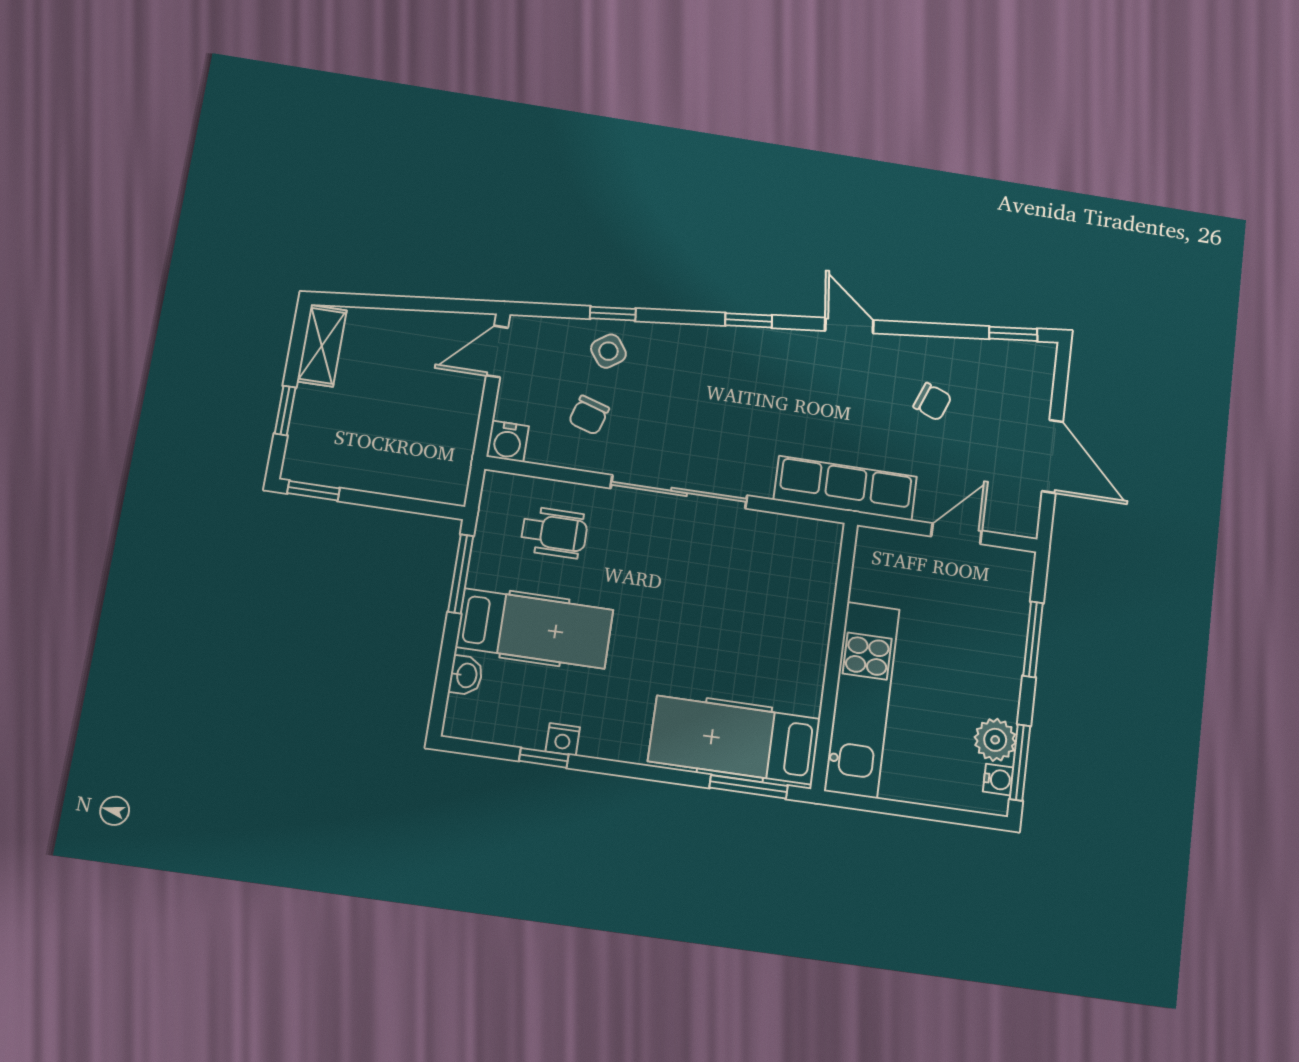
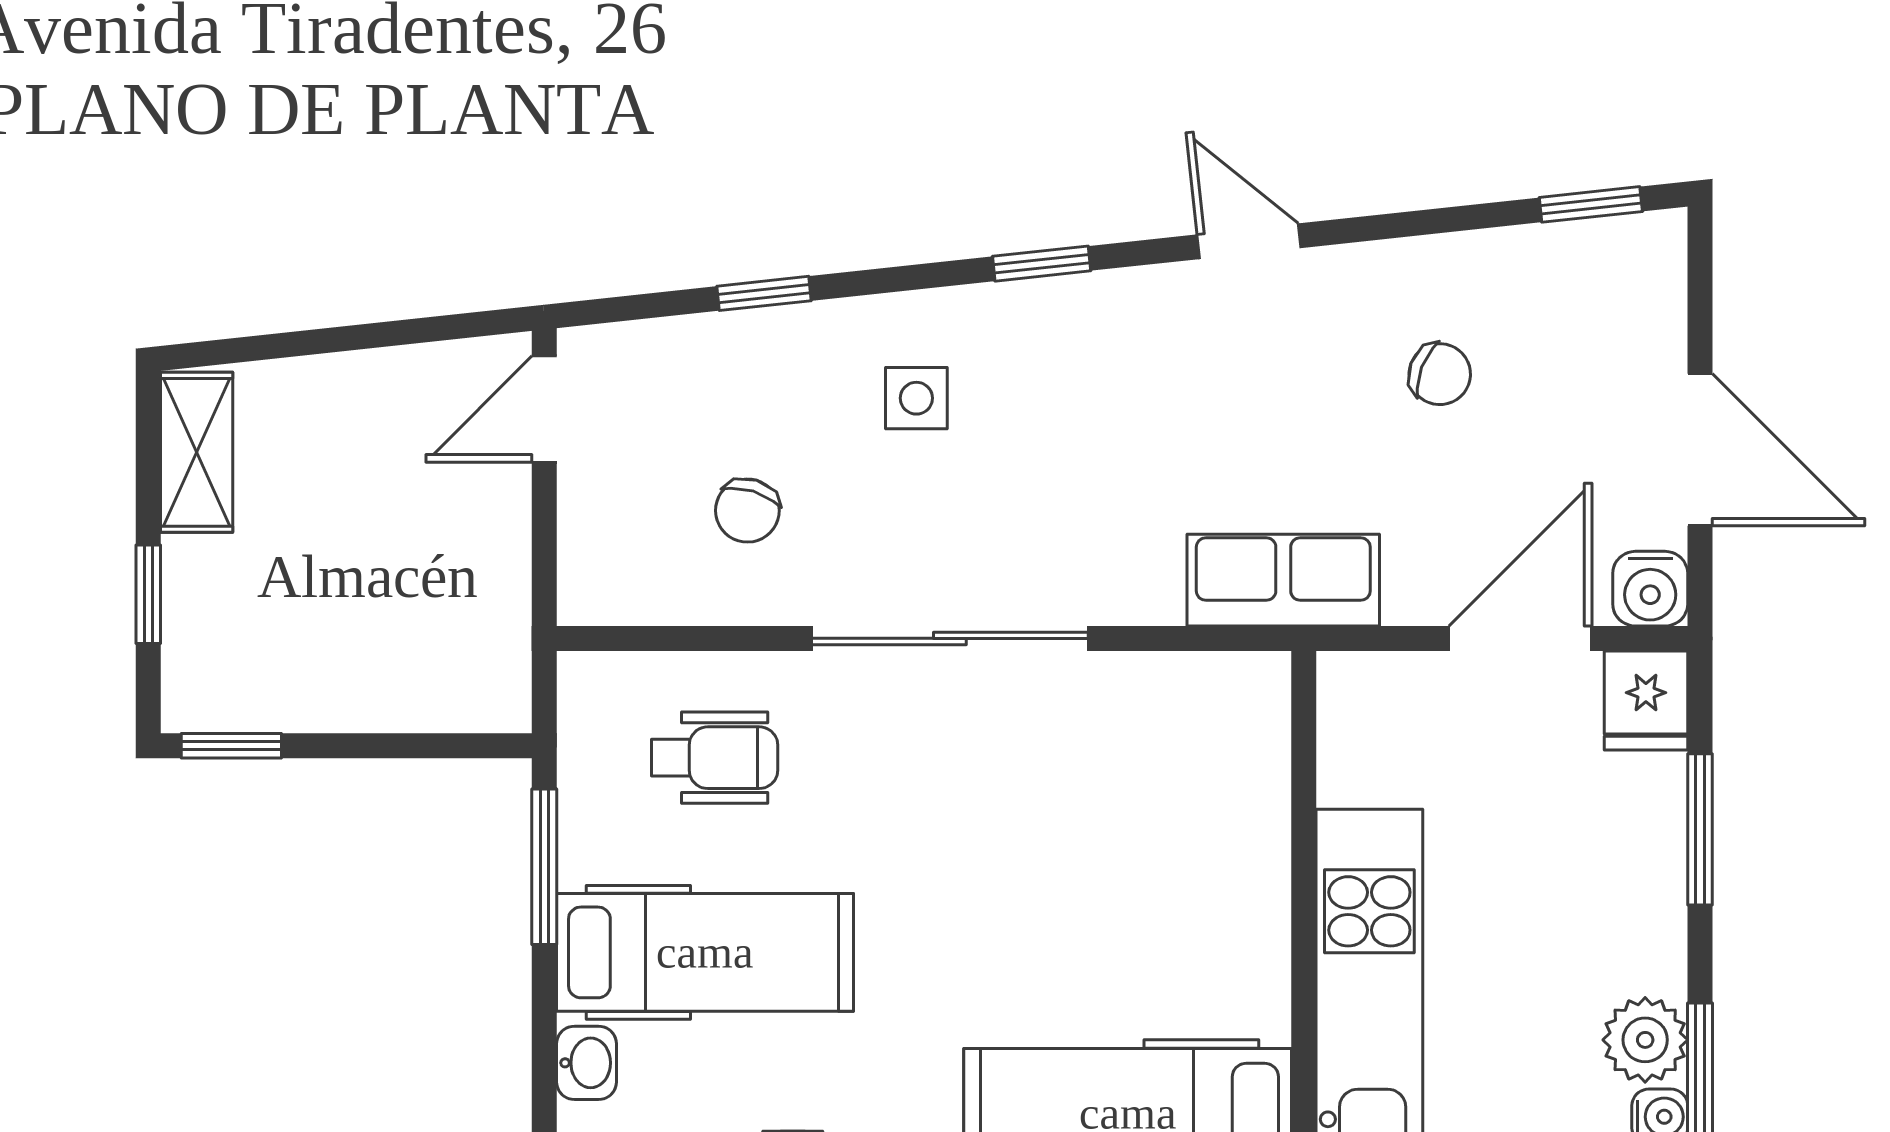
side table: (608, 351) -> (916, 398), moved, turned 36
water cooler: (508, 441) -> (1650, 589), moved
row of seats: (845, 488) -> (1283, 580), width x0.68
door: (956, 534) -> (1520, 638), width x1.38
fridge: (1014, 573) -> (1646, 700), added

